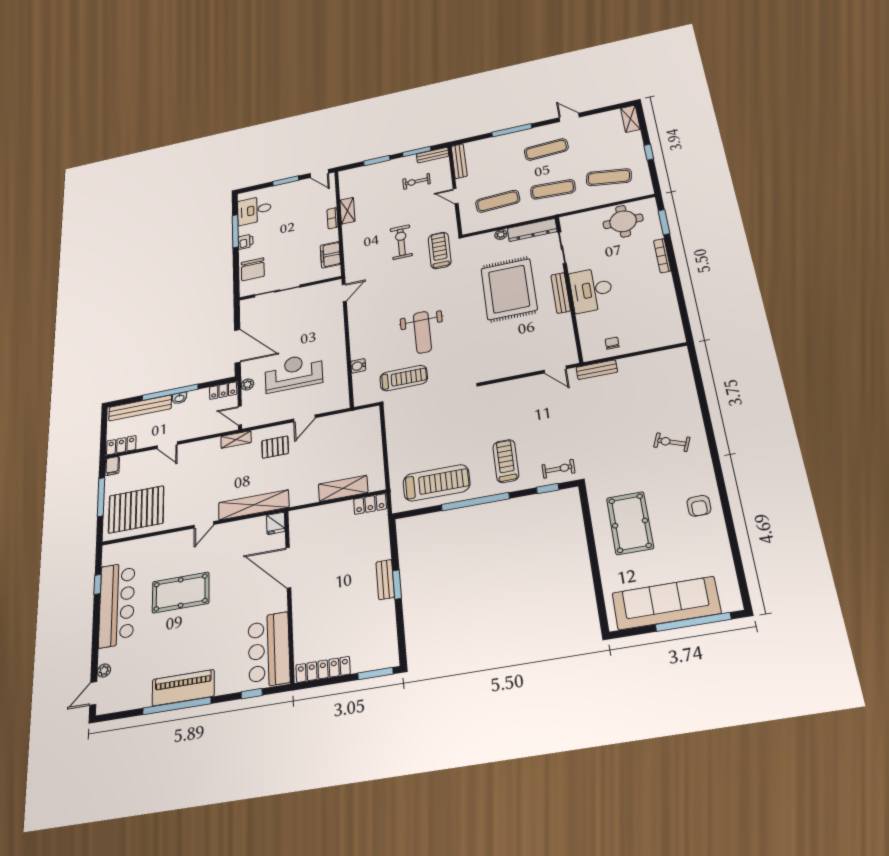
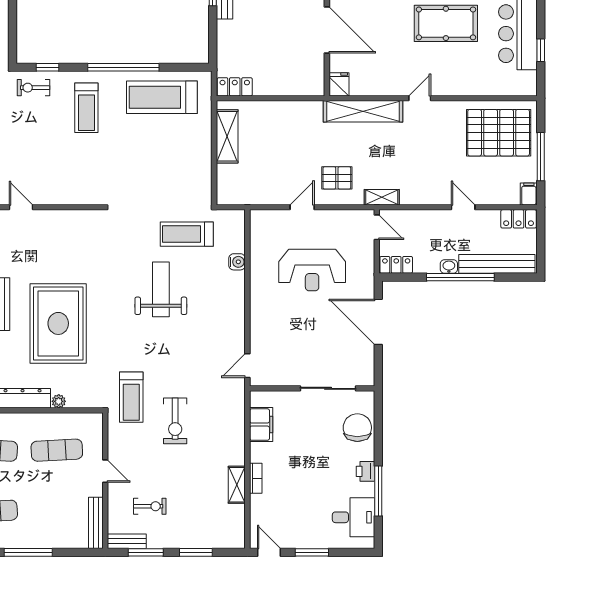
plant: (247, 384) -> (367, 267), removed
shelving: (343, 488) -> (227, 136), moved, turned 90

